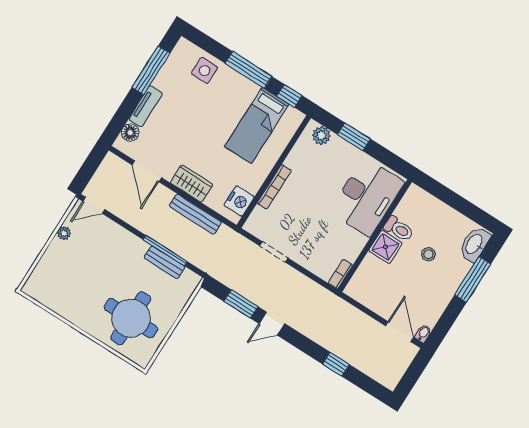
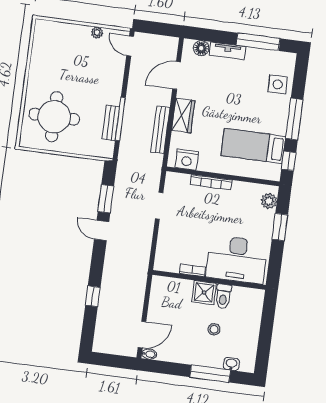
washbasin: (474, 244) -> (231, 364), width x0.52, depth x0.69
bookcase: (340, 274) -> (192, 270), moved

